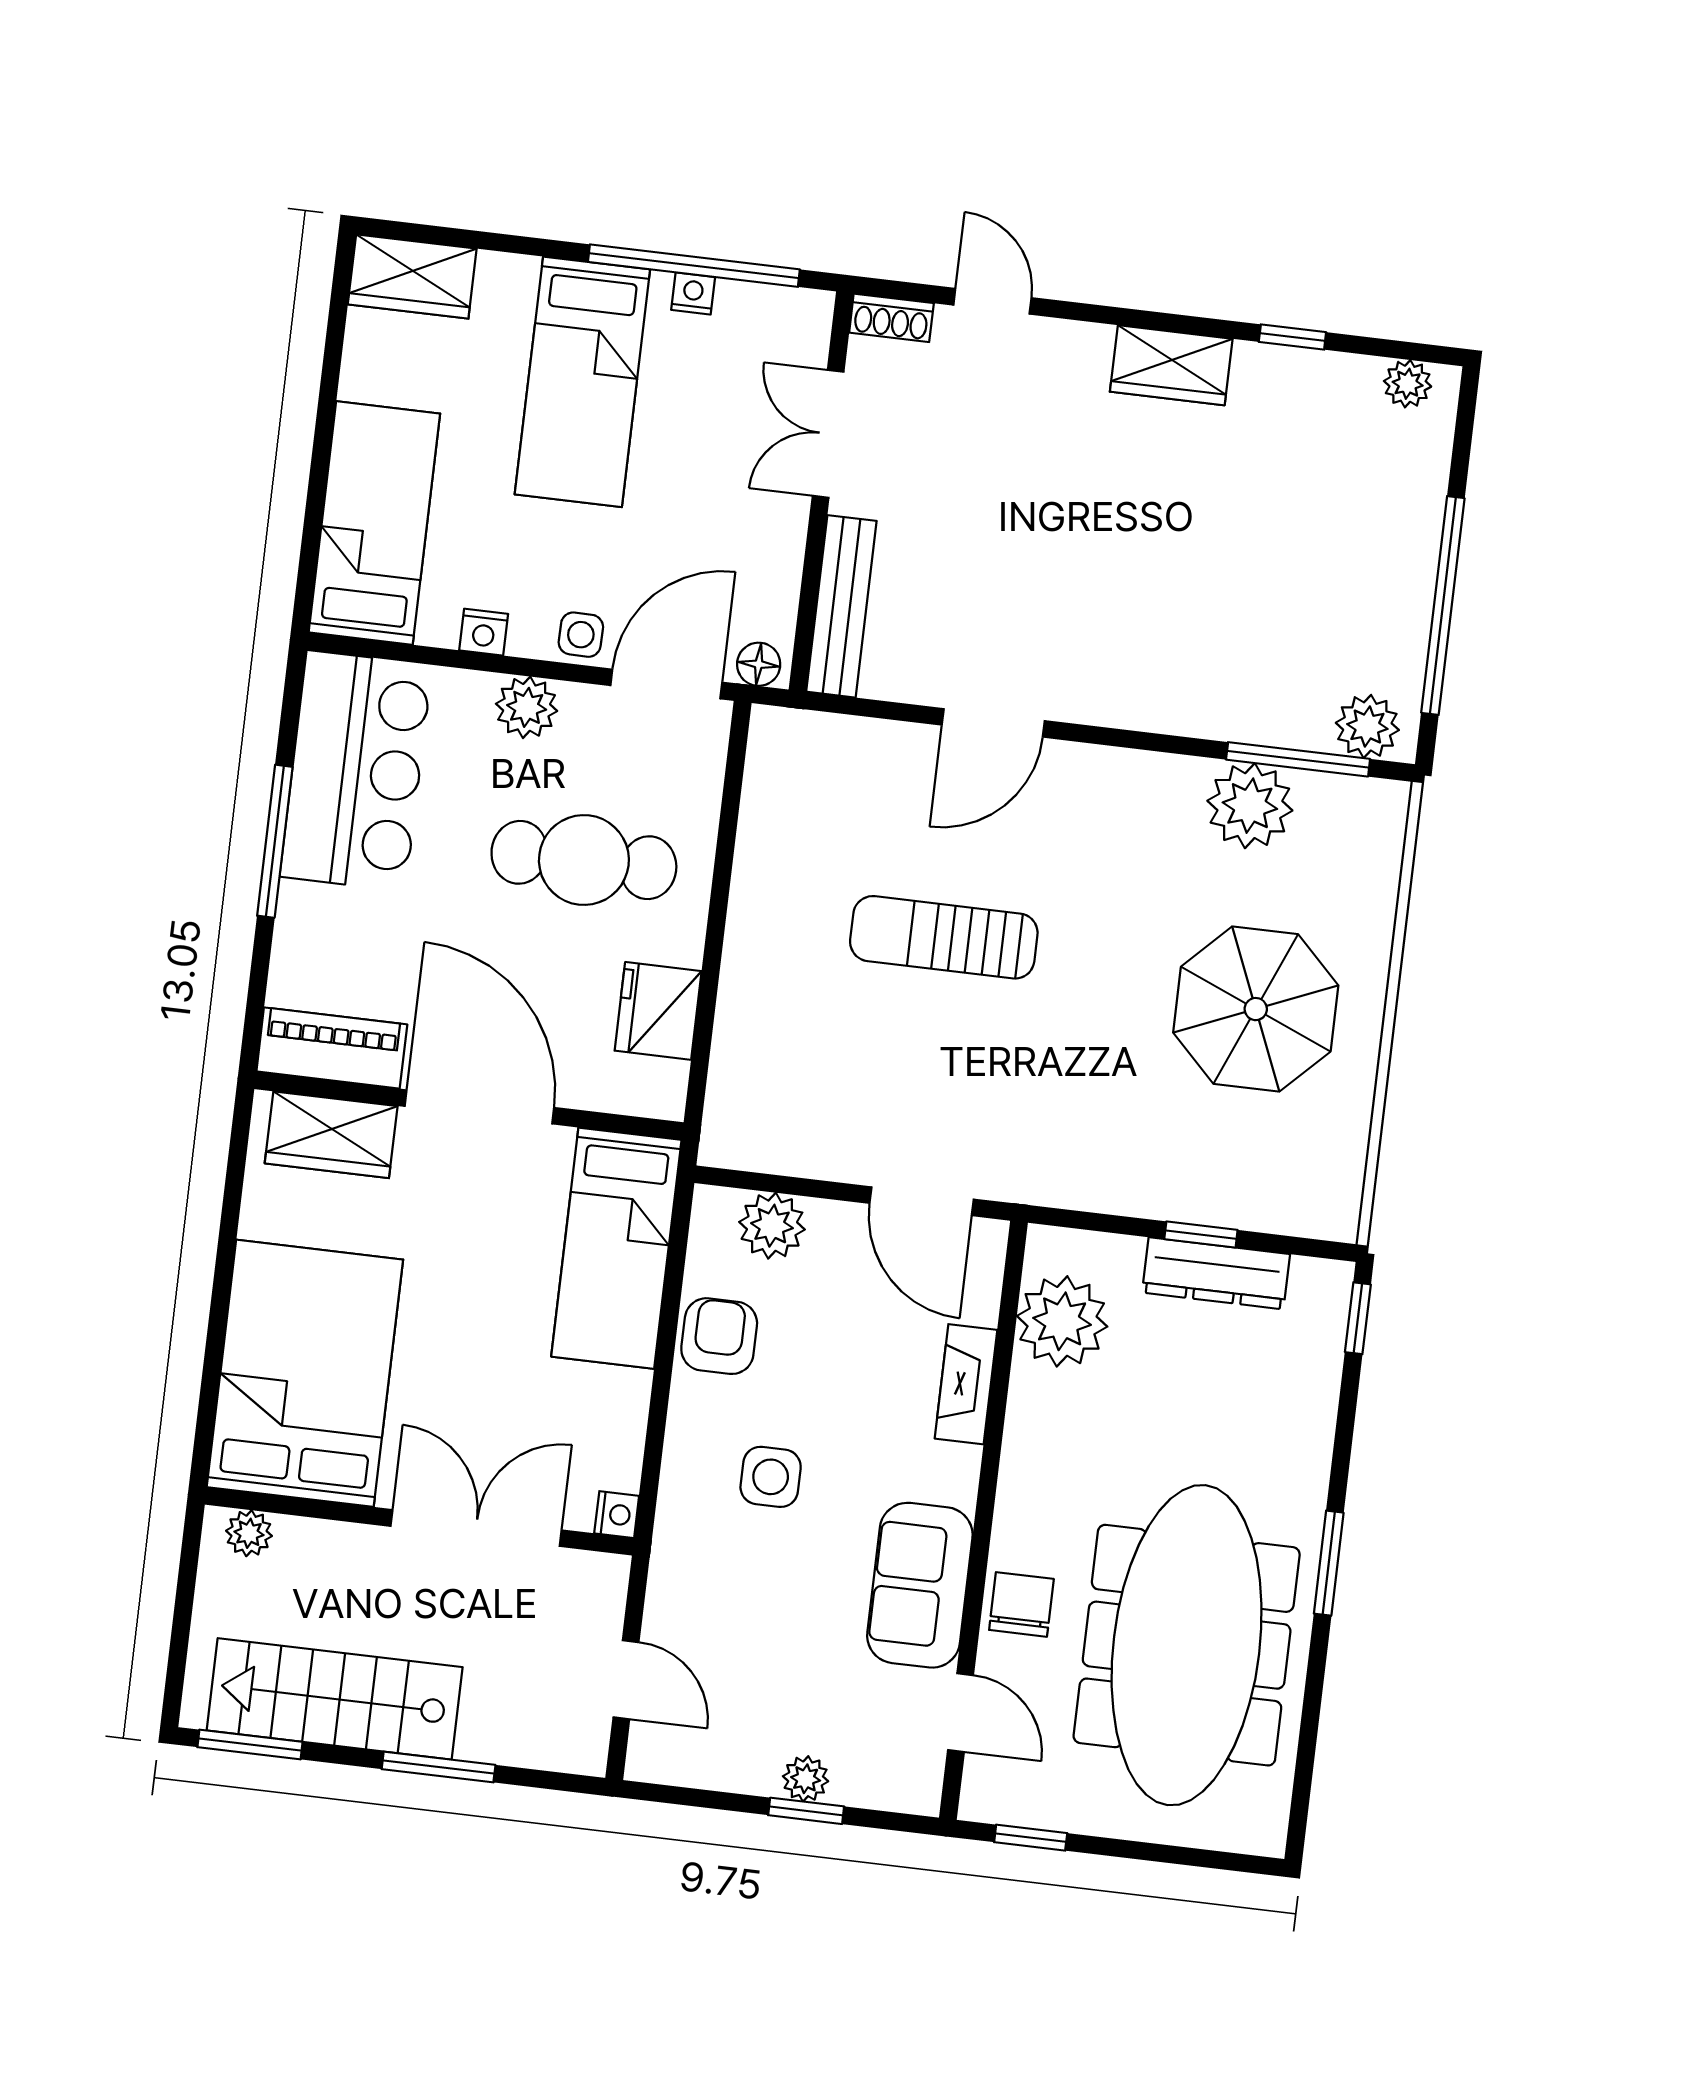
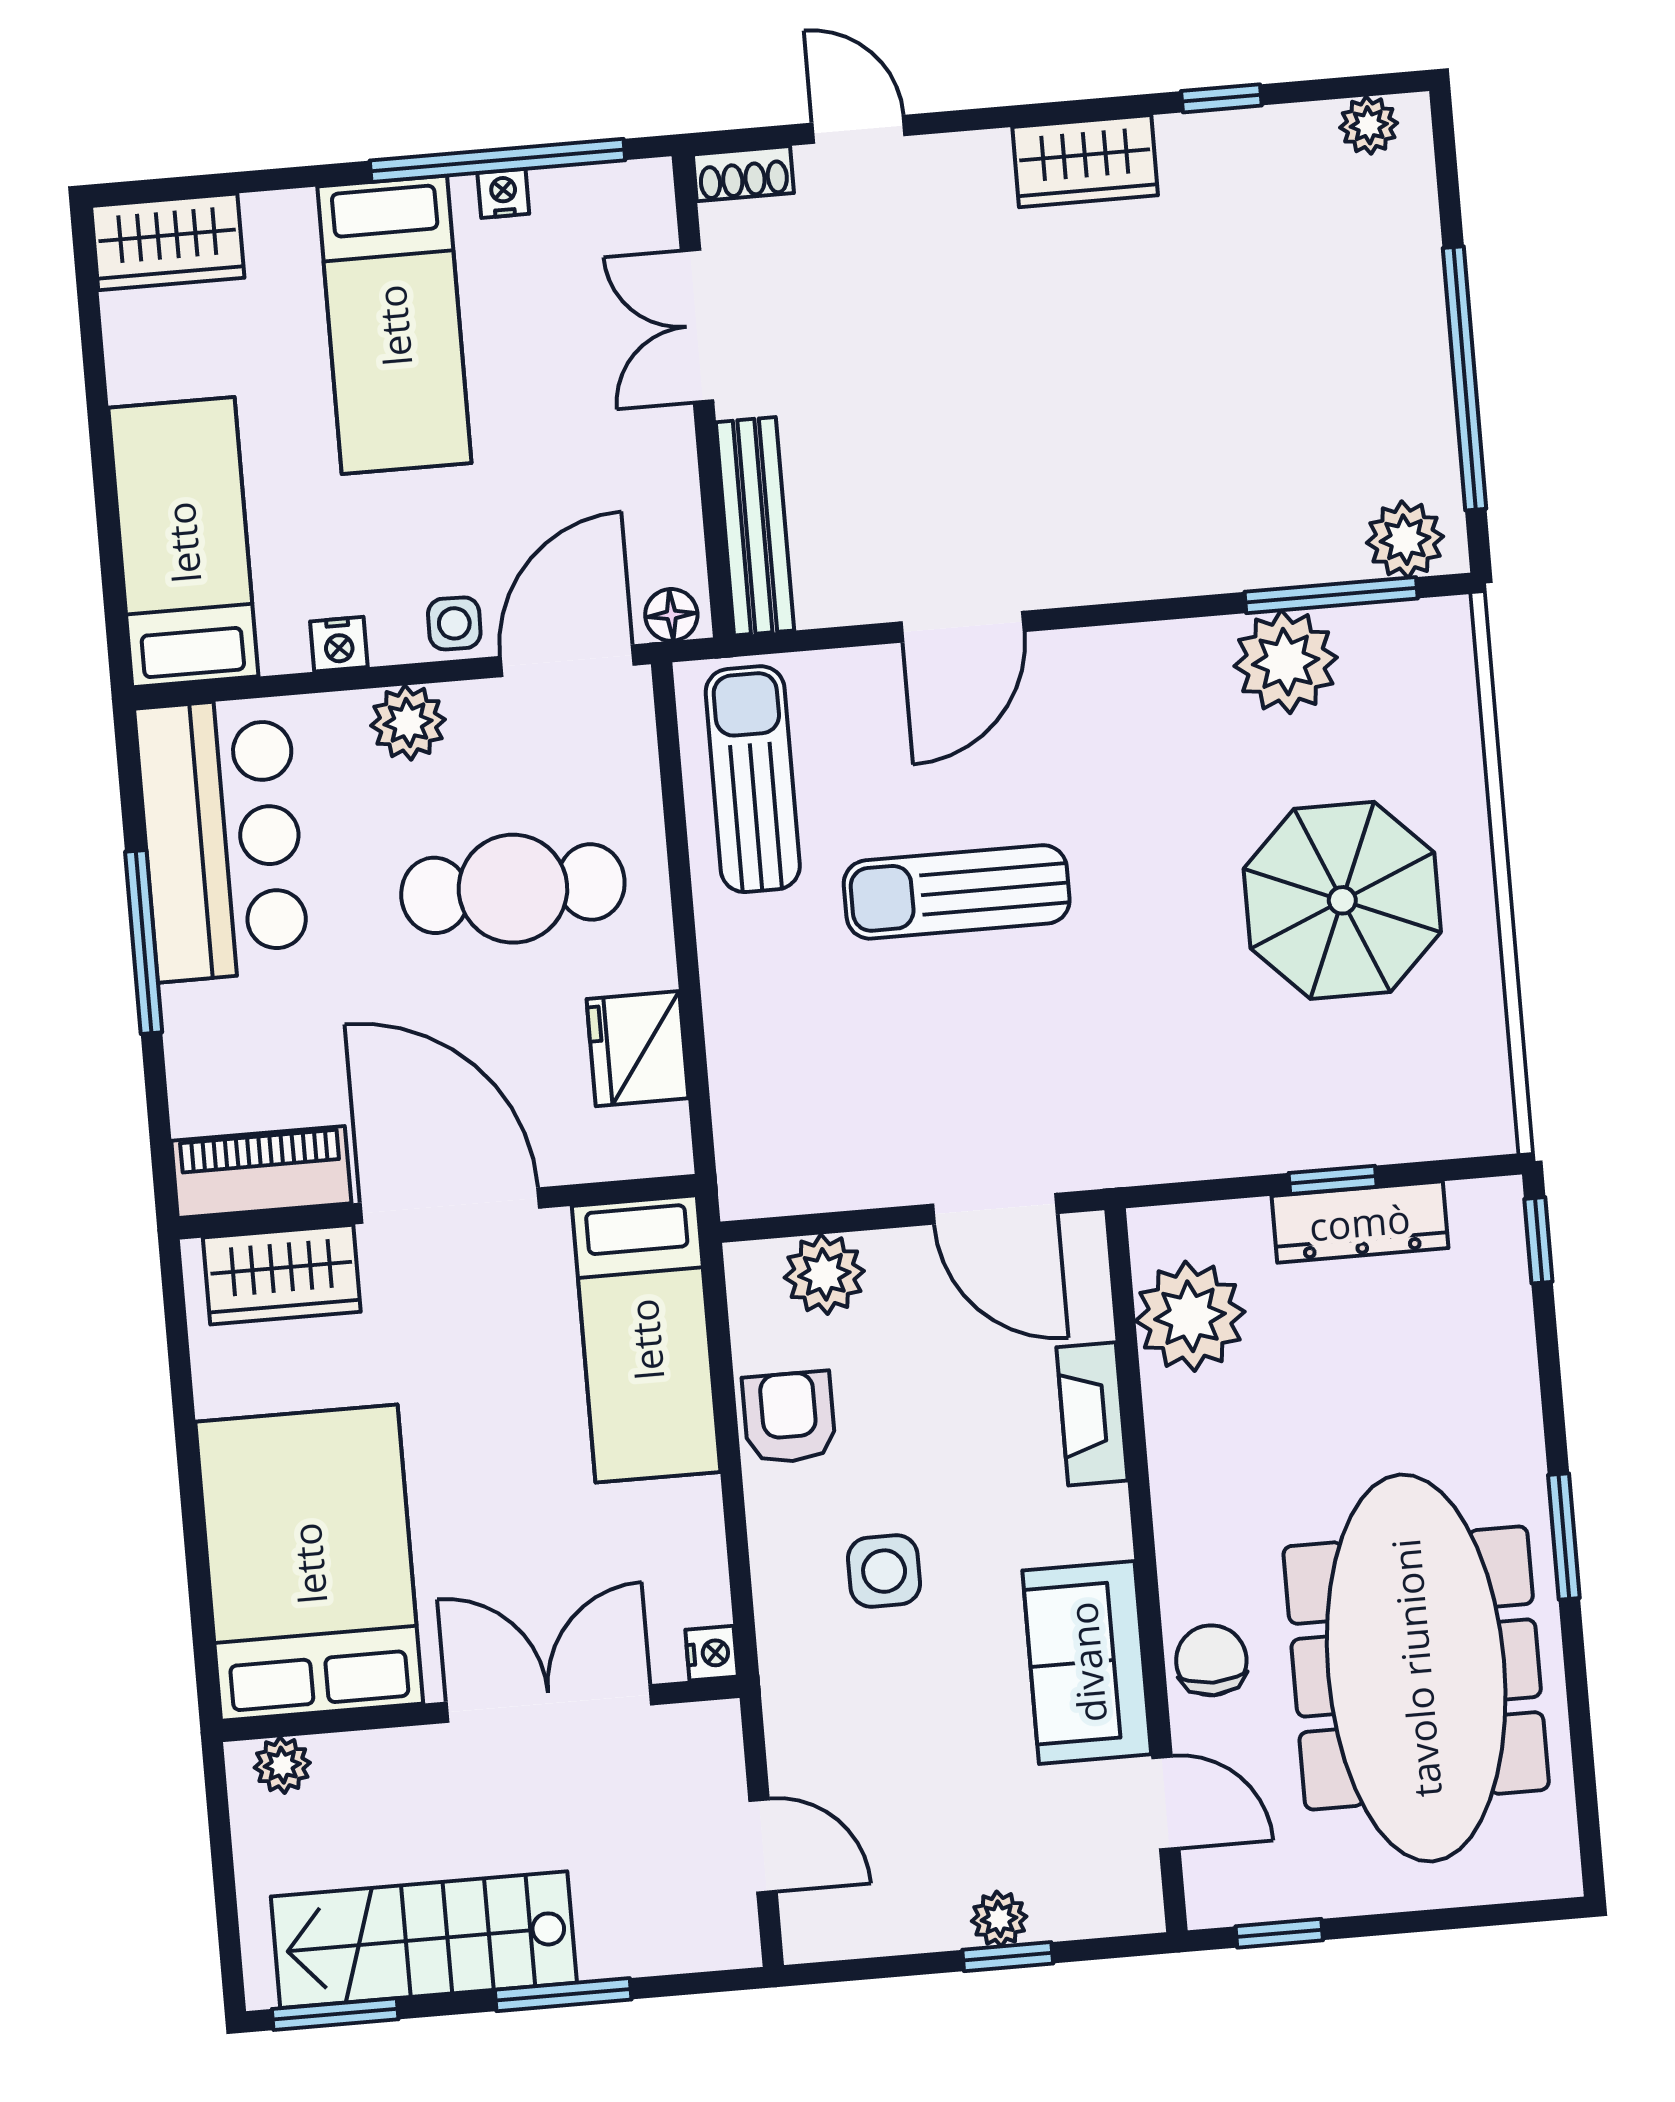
sun lounger: (797, 811) -> (753, 779), added

